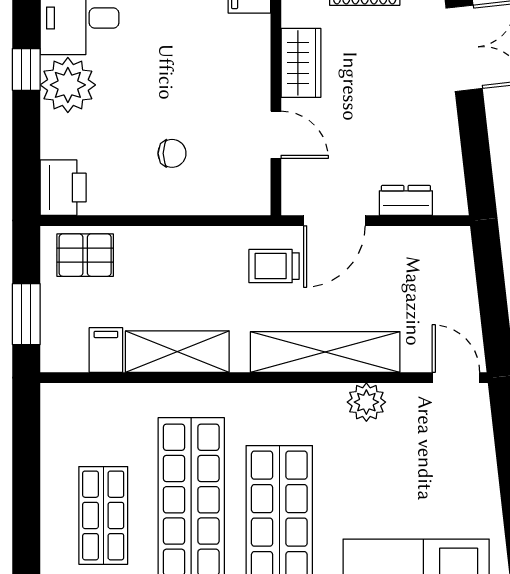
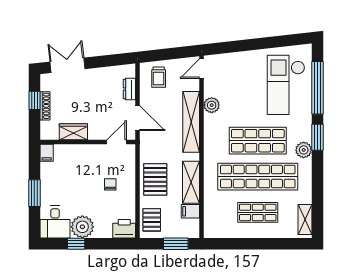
door: (276, 135) -> (117, 142), moved
pallet: (184, 264) -> (155, 179), added
trolley: (274, 266) -> (159, 77), moved

